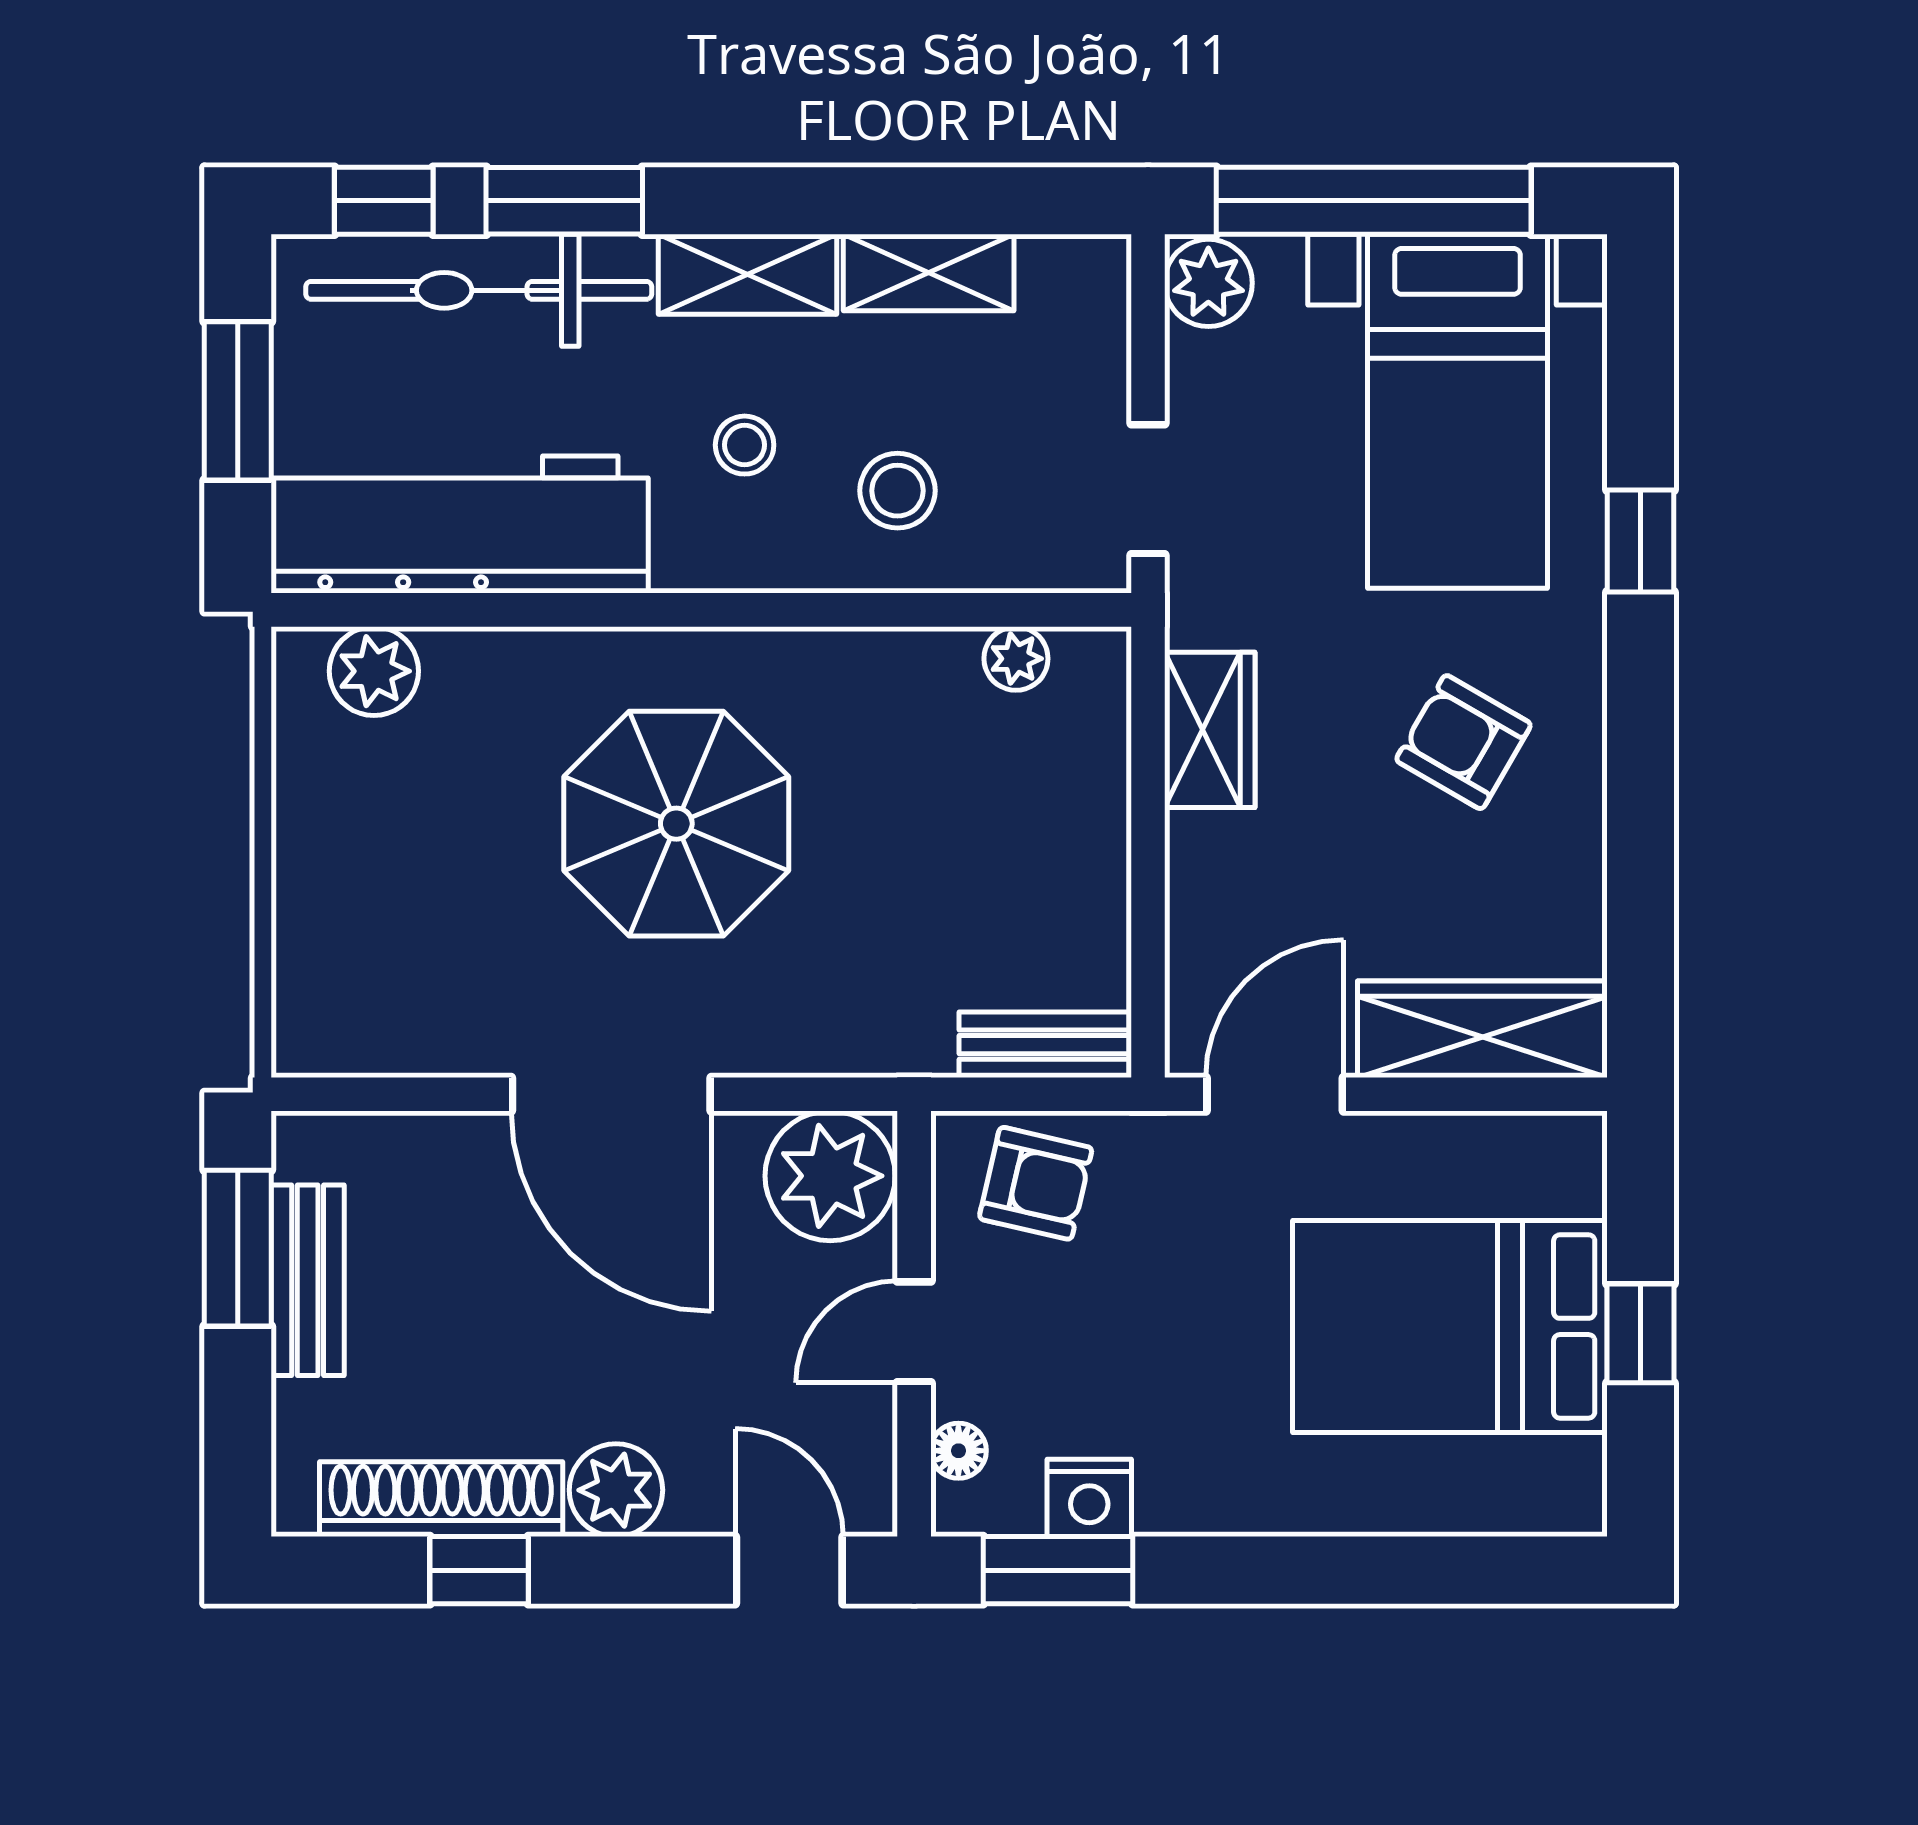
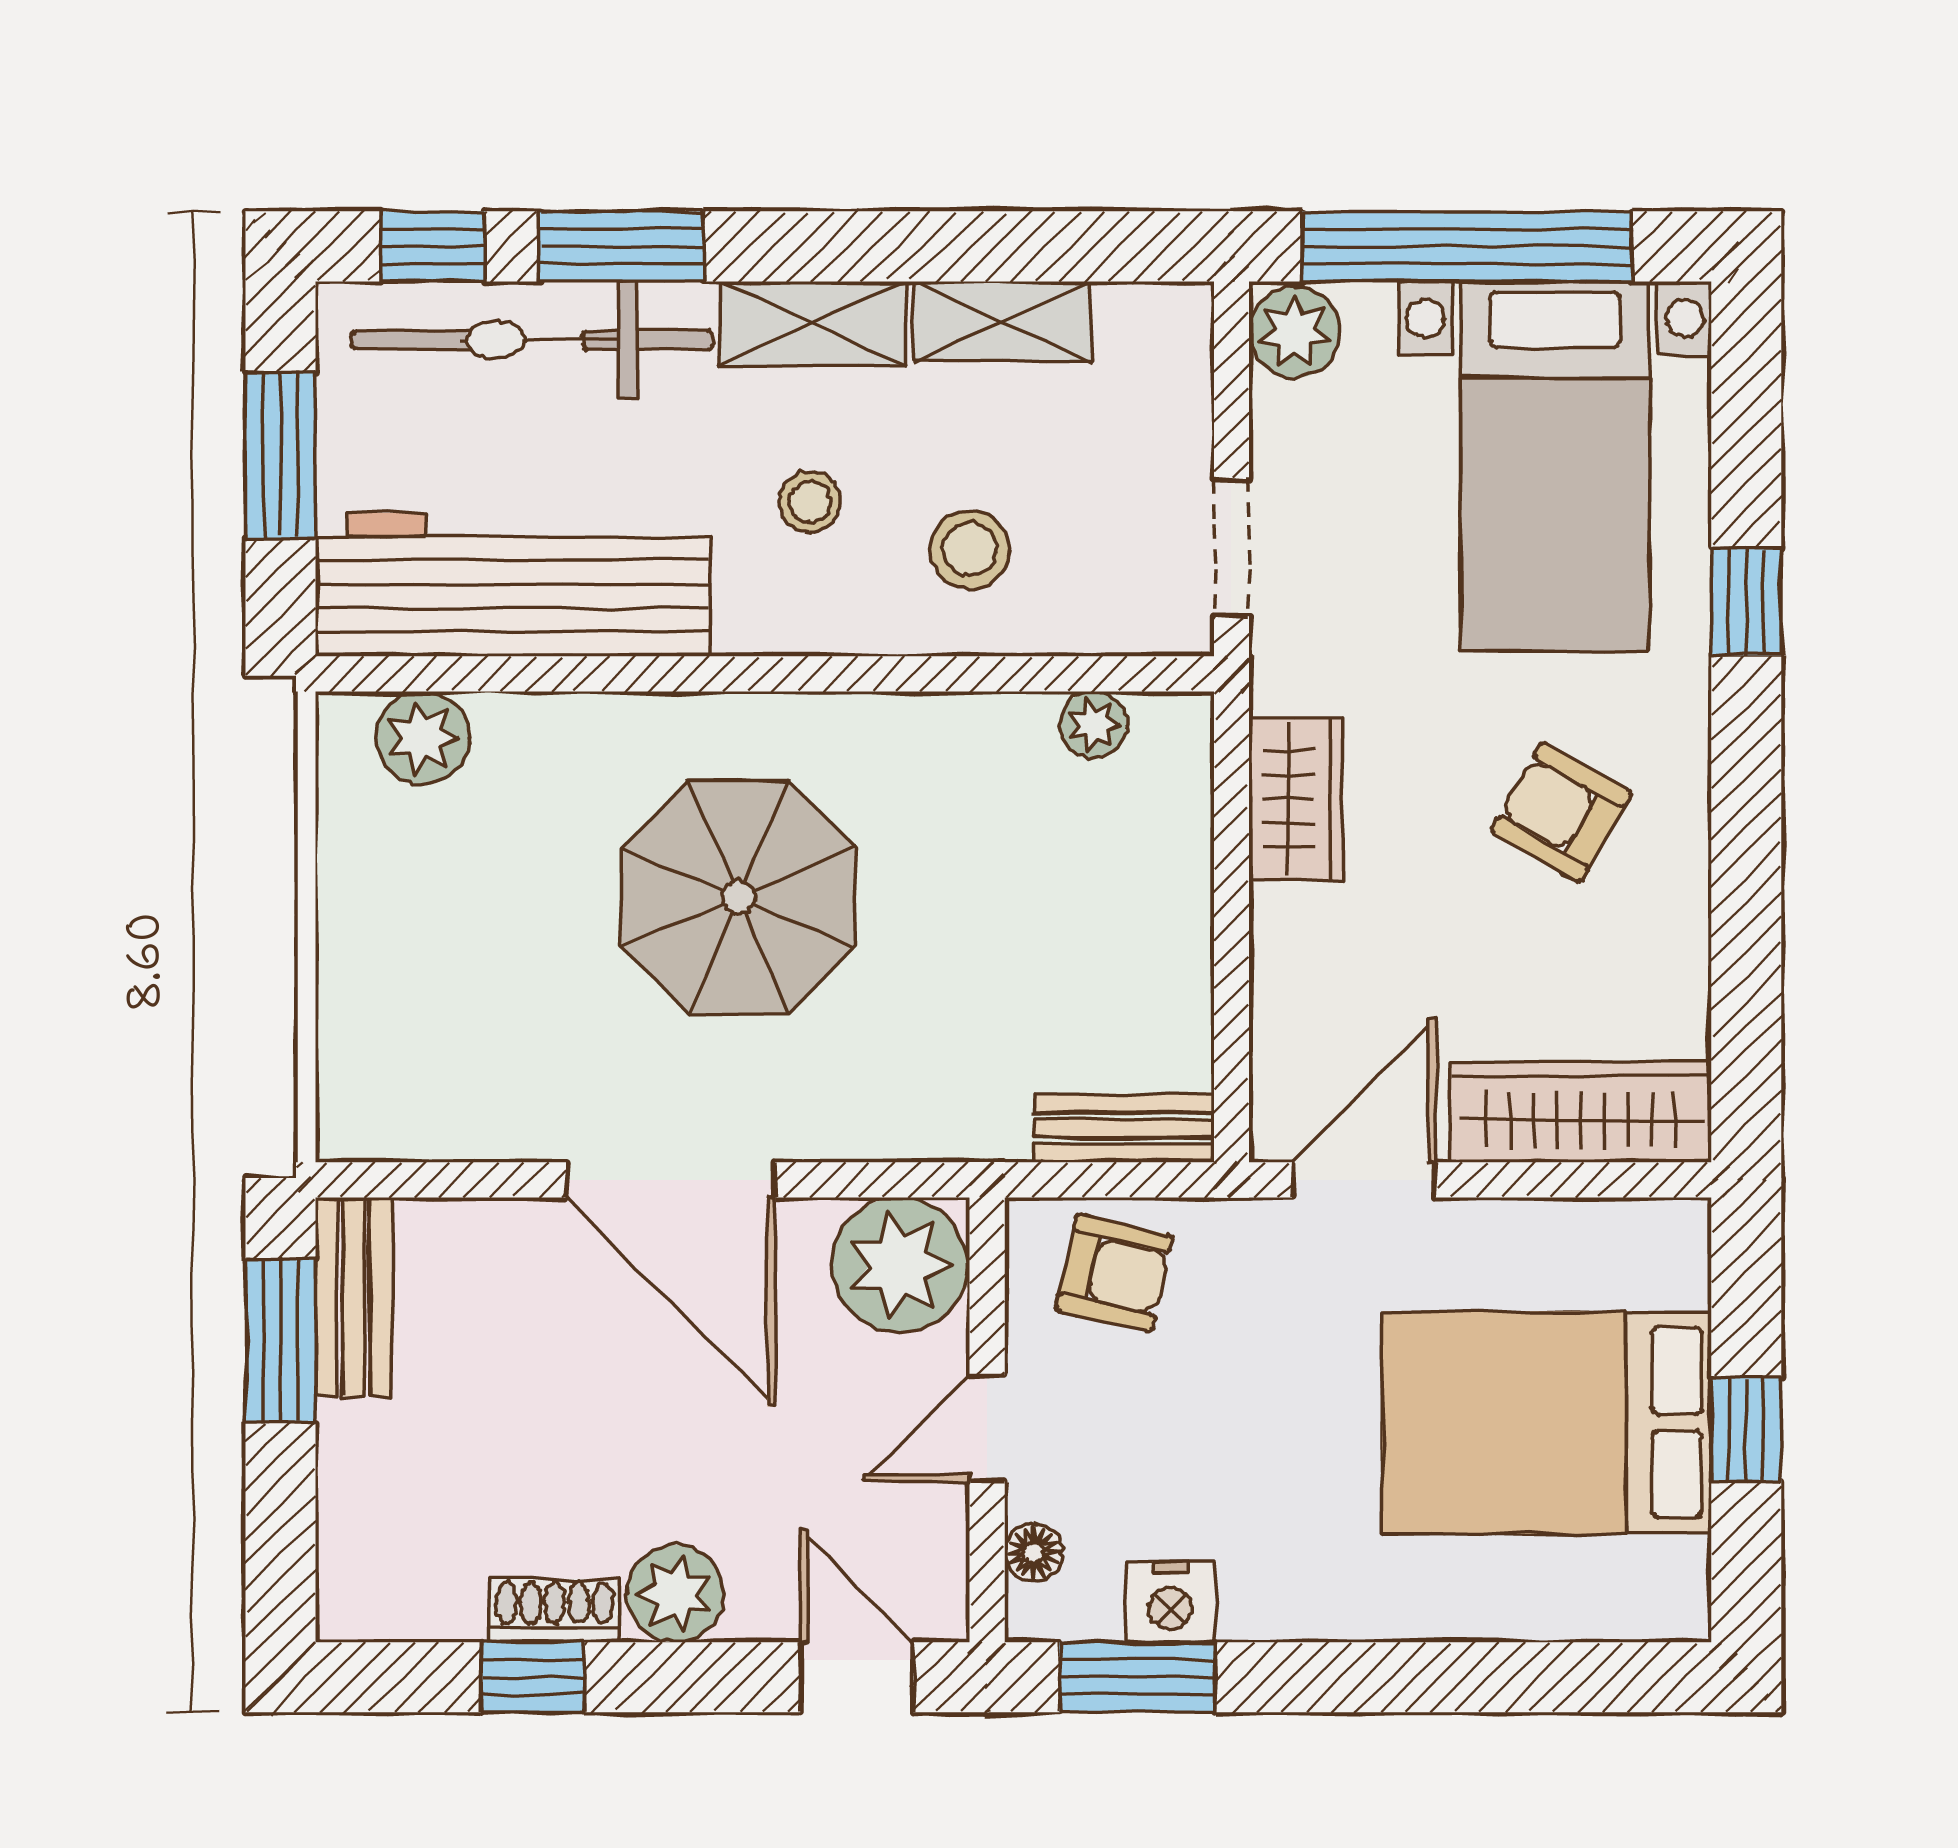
bench: (308, 1280) -> (353, 1297), moved
shoe rack: (441, 1499) -> (555, 1611), width x0.51, depth x0.81

